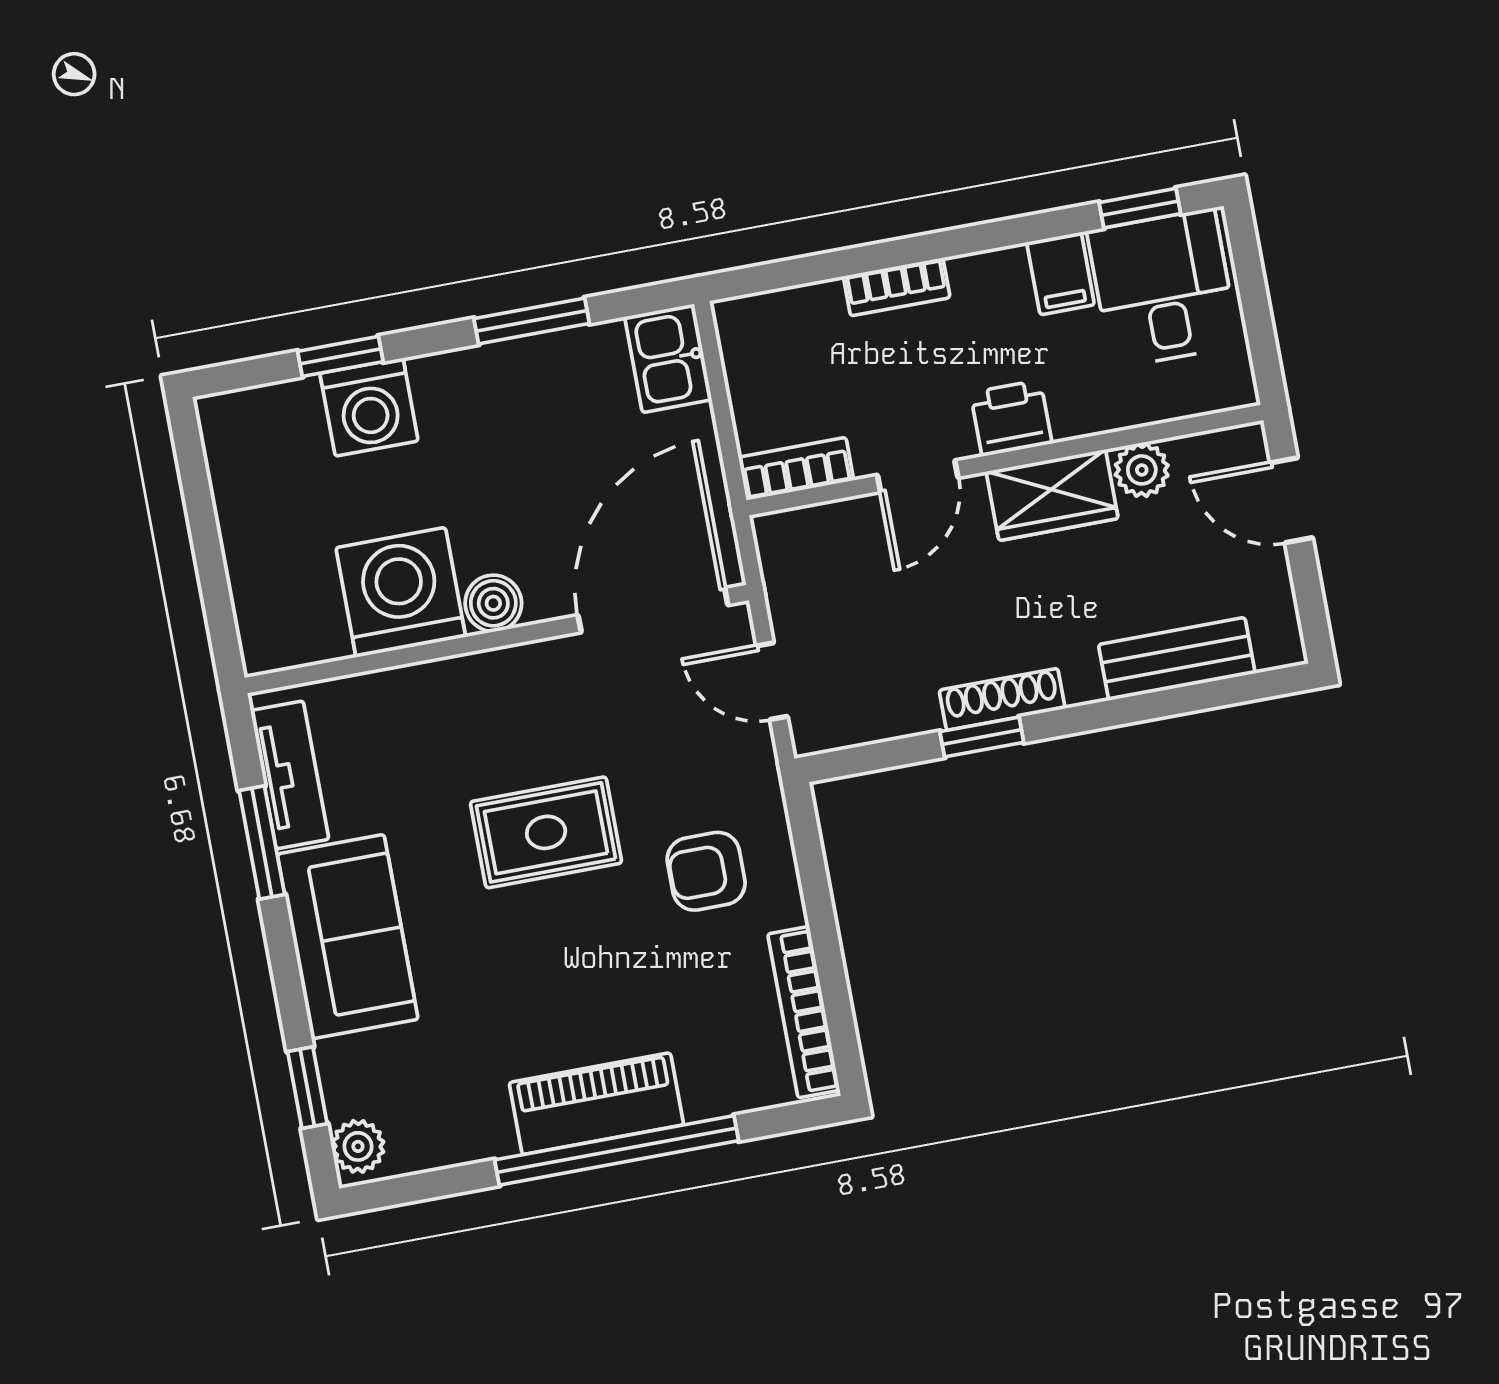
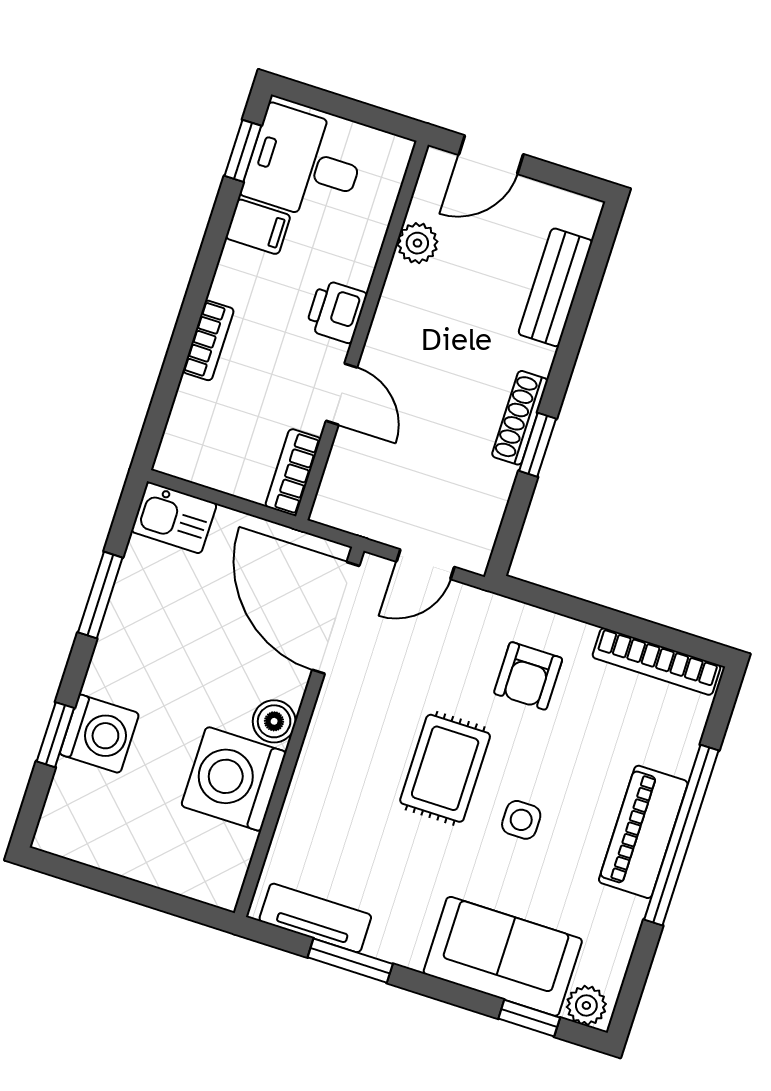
wardrobe: (1052, 495) -> (402, 312), removed
sofa: (348, 937) -> (503, 956), moved
side table: (534, 954) -> (521, 820), added

